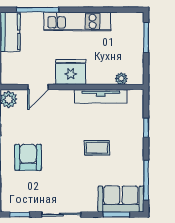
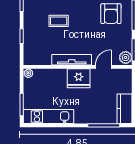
kitchen unit: (77, 21) -> (49, 117), moved
plant: (121, 79) -> (28, 73), moved
tv unit: (101, 96) -> (72, 60), moved

